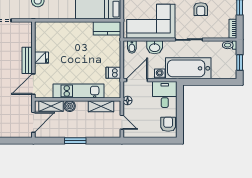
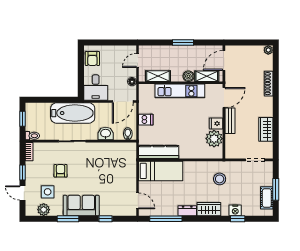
corner sofa: (151, 21) -> (109, 159), removed
kitchen counter: (107, 28) -> (159, 152), width x1.50
plant: (43, 42) -> (214, 139), added
dishwasher: (113, 73) -> (146, 120), moved
washing machine: (160, 74) -> (101, 108), removed
door: (122, 122) -> (138, 60), hinge flipped

